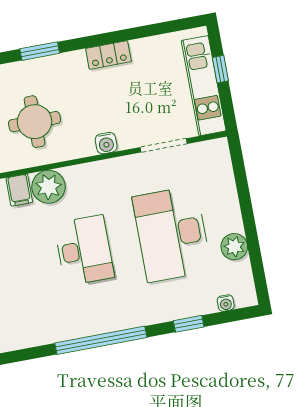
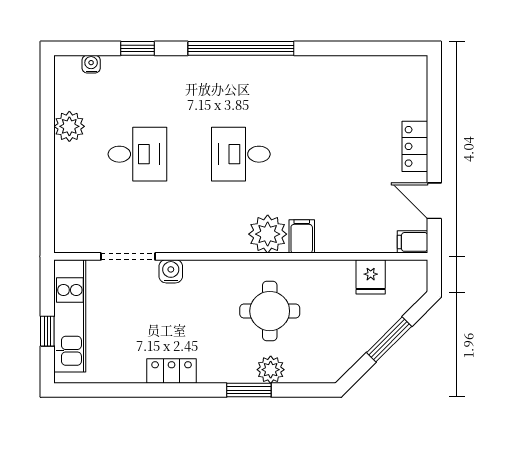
plant: (24, 72) -> (271, 370), added
water cooler: (106, 143) -> (171, 271), moved
desk: (172, 234) -> (137, 154), width x0.53, depth x0.77
desk: (84, 250) -> (241, 154), width x0.73

